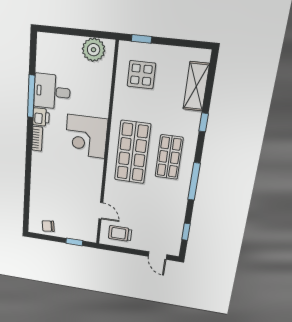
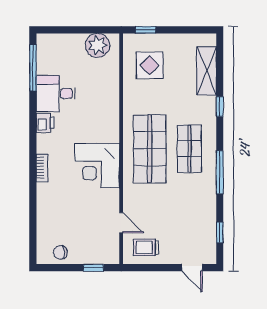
window: (31, 96) -> (33, 68), moved
corner desk: (86, 136) -> (97, 166), moved
bookcase: (37, 139) -> (42, 168), moved

